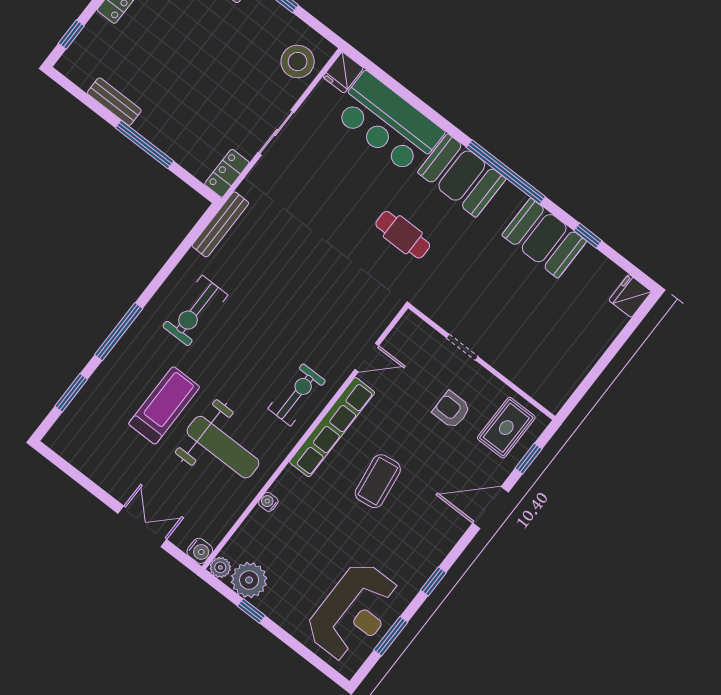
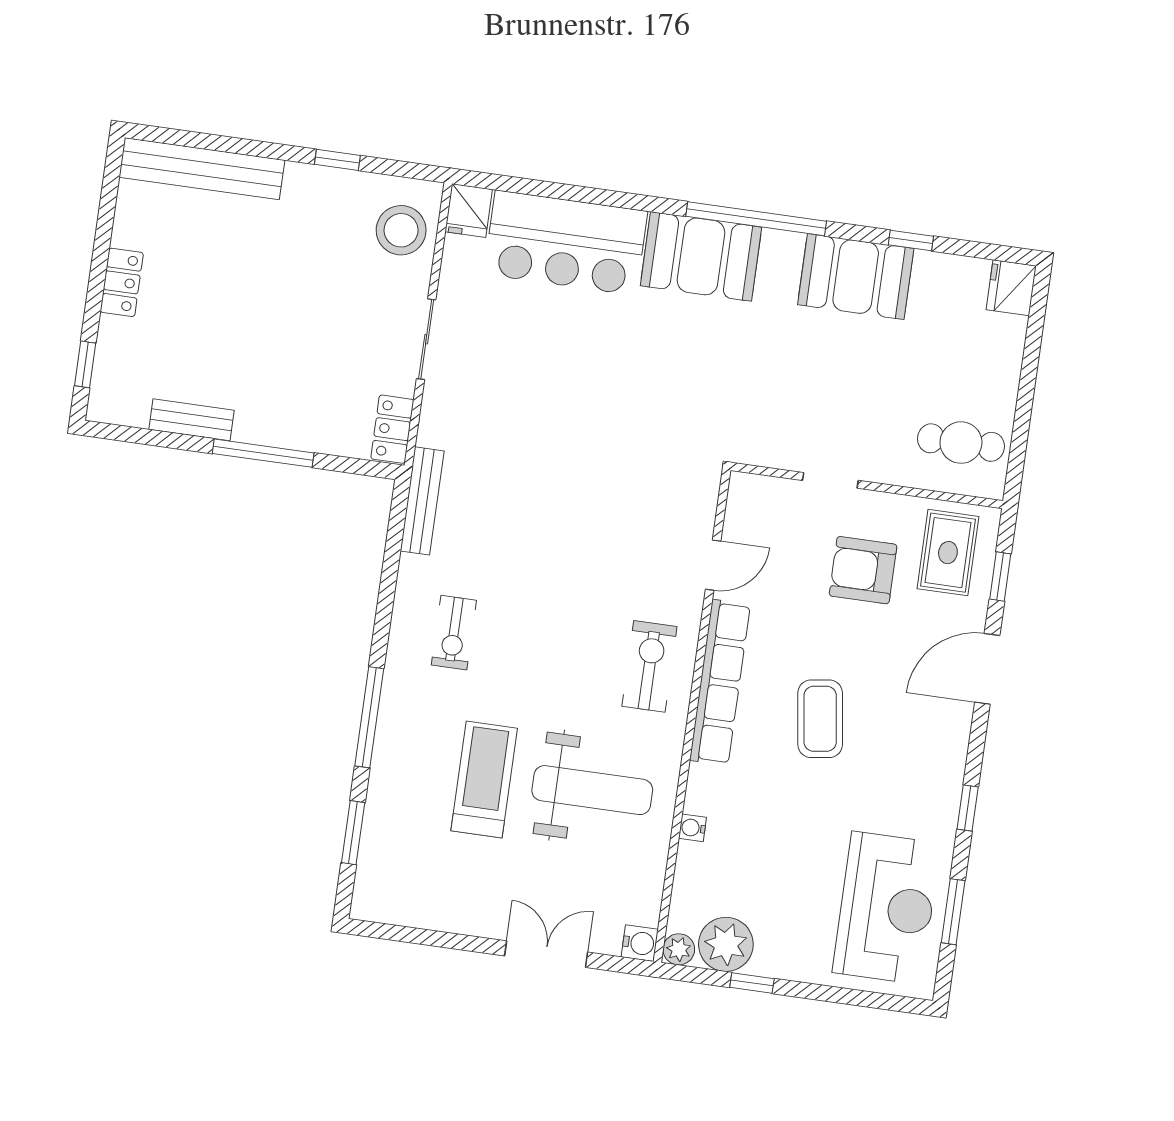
cafe table: (403, 235) -> (961, 443), moved
exercise bike: (195, 311) -> (454, 633), width x0.73, depth x0.72
armchair: (452, 410) -> (863, 570), width x1.38, depth x1.38

